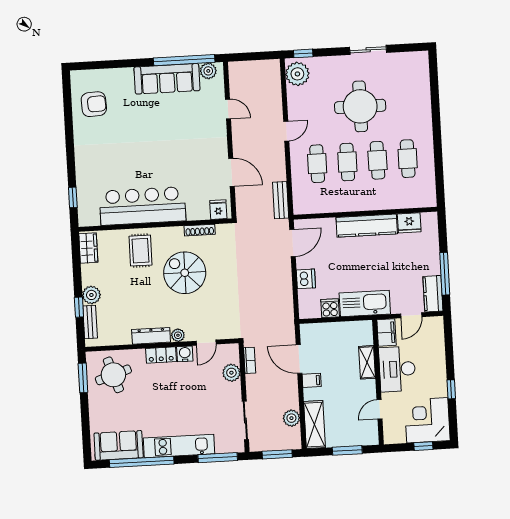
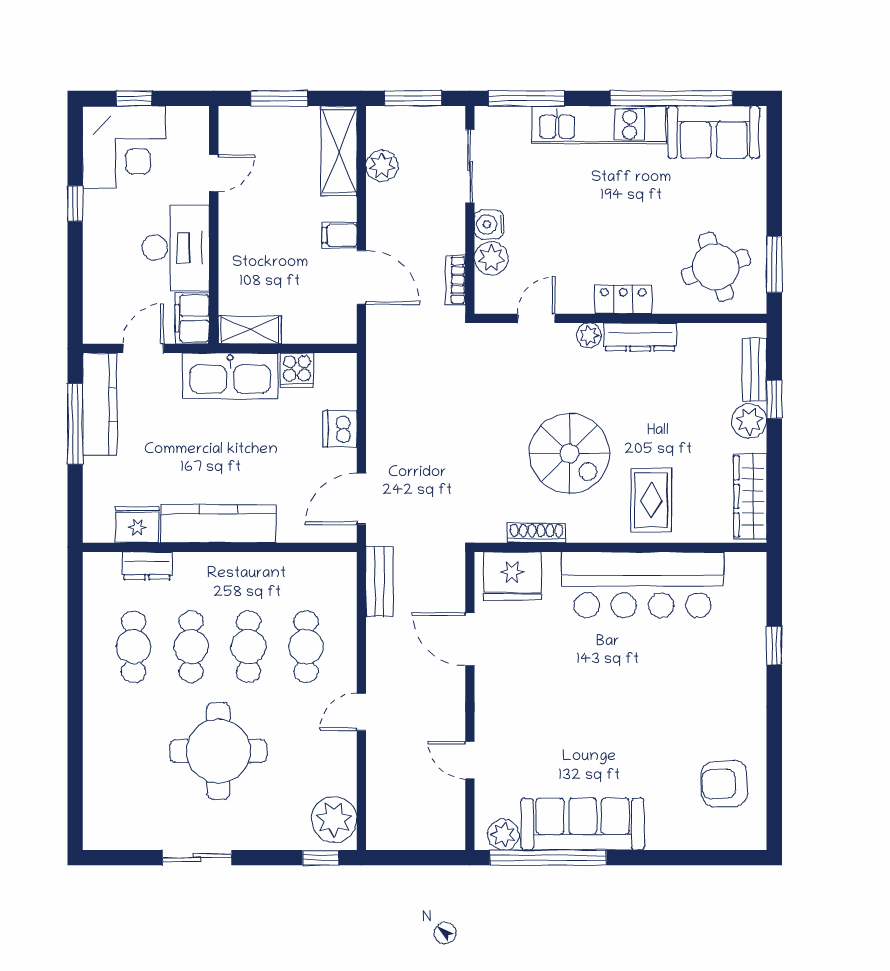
window: (73, 197) -> (774, 646), moved
dresser: (403, 201) -> (147, 566), added
fridge: (218, 210) -> (512, 576), width x1.88, depth x1.34
wardrobe: (88, 248) -> (750, 496), width x1.50
kitchen counter: (433, 294) -> (100, 404), width x1.50
water cooler: (185, 354) -> (489, 225), moved, turned 90
shelving: (367, 362) -> (250, 330), moved, turned 90

